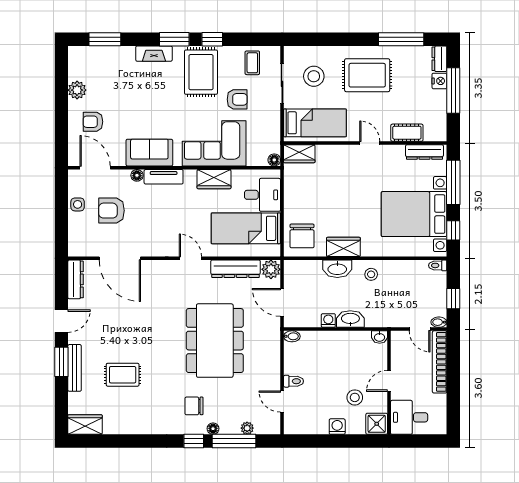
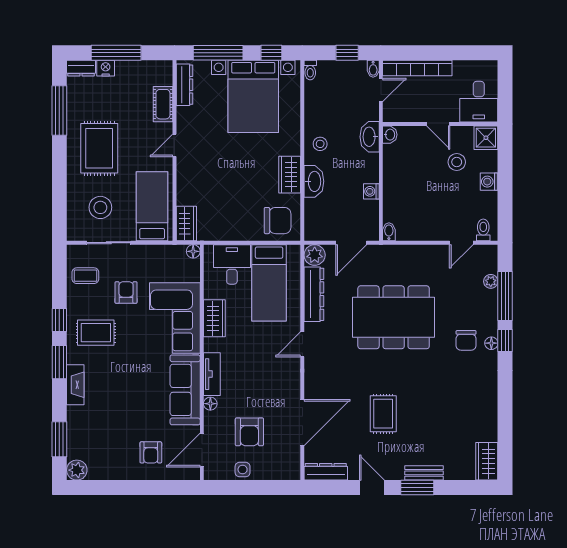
rug: (201, 72) -> (96, 333), width x0.73, depth x0.70
plant: (77, 90) -> (77, 470), moved
sofa: (149, 153) -> (185, 390), width x1.36
washbasin: (350, 319) -> (370, 137), moved
bench: (75, 368) -> (424, 473), width x0.73
rug: (123, 375) -> (383, 414), moved
toilet: (294, 381) -> (483, 230), moved
floor lamp: (213, 429) -> (491, 343), moved

